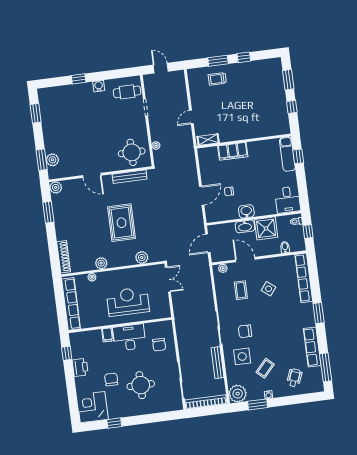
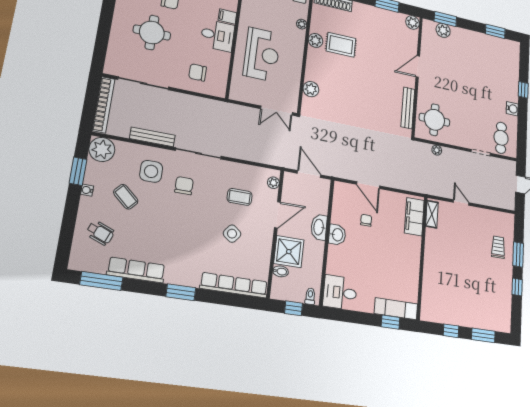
filing cabinet: (233, 151) -> (414, 217), moved
rug: (122, 223) -> (341, 45), moved, width x0.73, depth x0.70
shower: (266, 228) -> (289, 252), moved
desk: (129, 337) -> (218, 35), width x0.73

